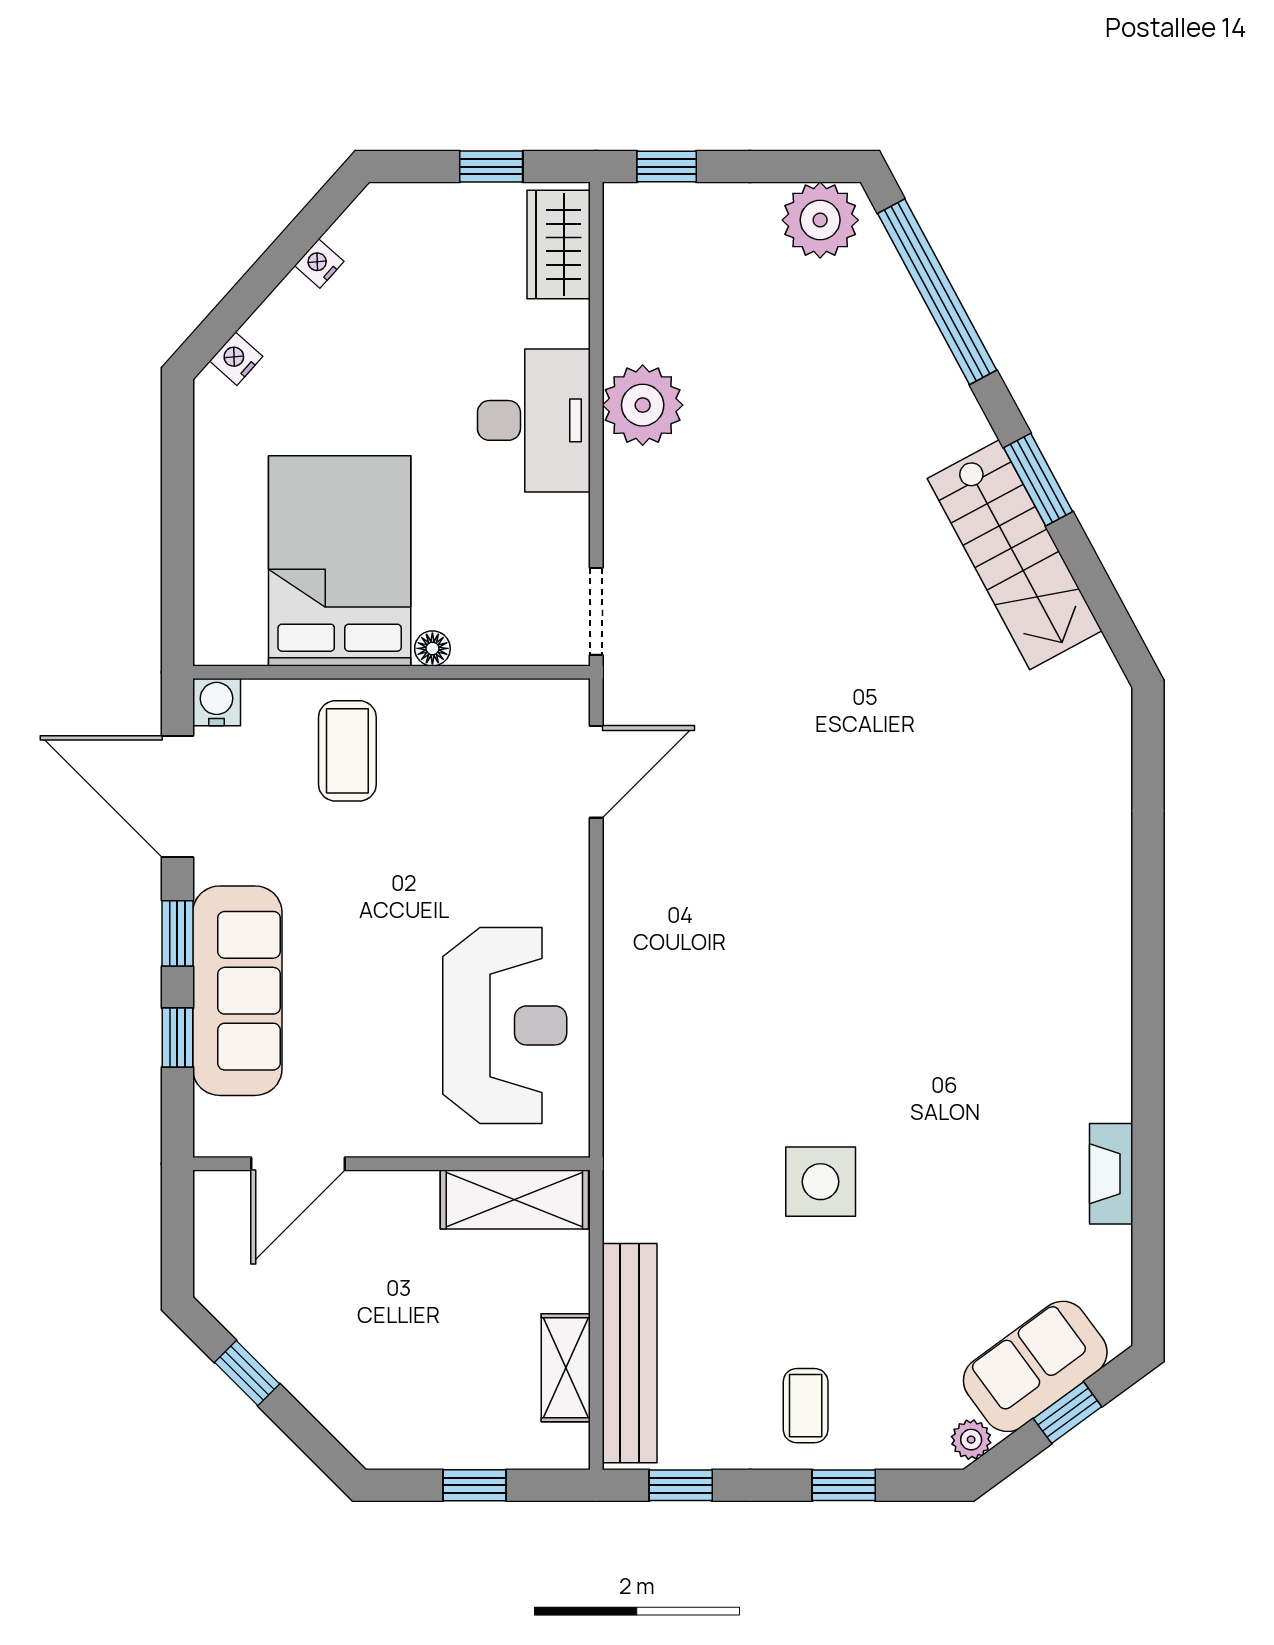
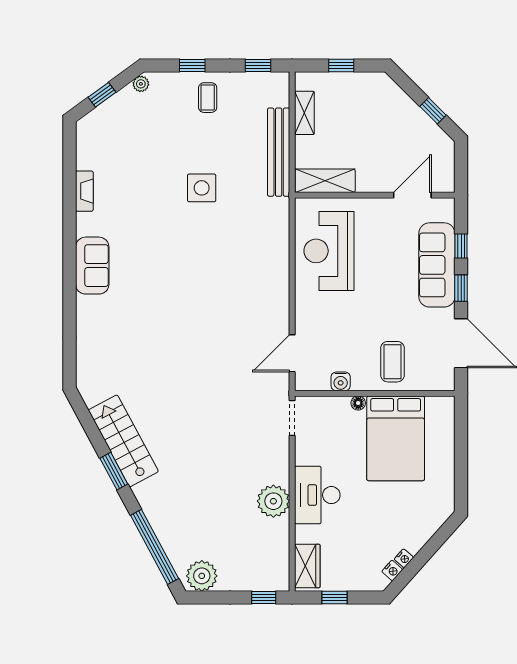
nightstand: (236, 359) -> (392, 571), moved
water cooler: (217, 702) -> (341, 381), moved
bench: (630, 1353) -> (279, 152), moved
sofa: (1035, 1366) -> (92, 266), moved, turned -54

